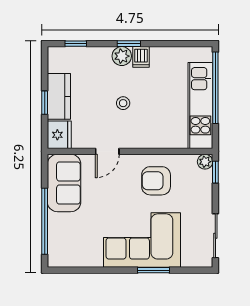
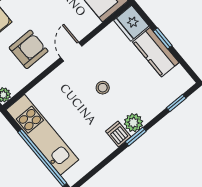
door: (107, 151) -> (71, 52), moved

